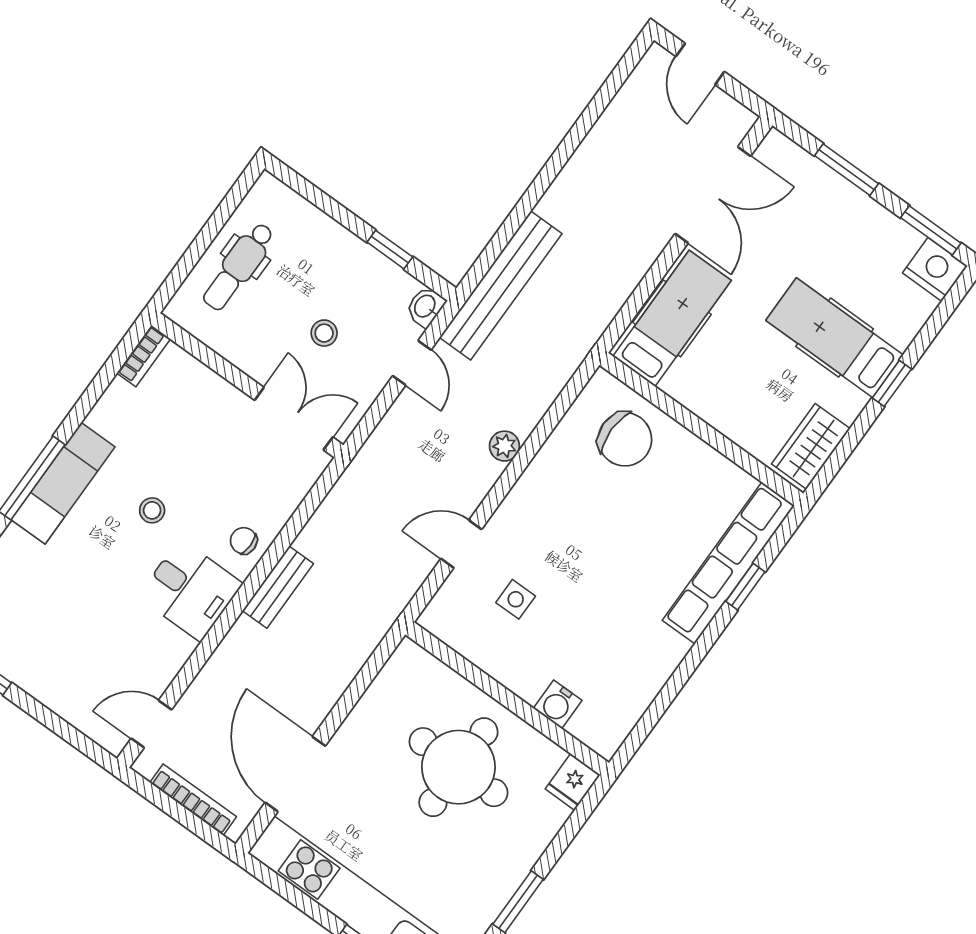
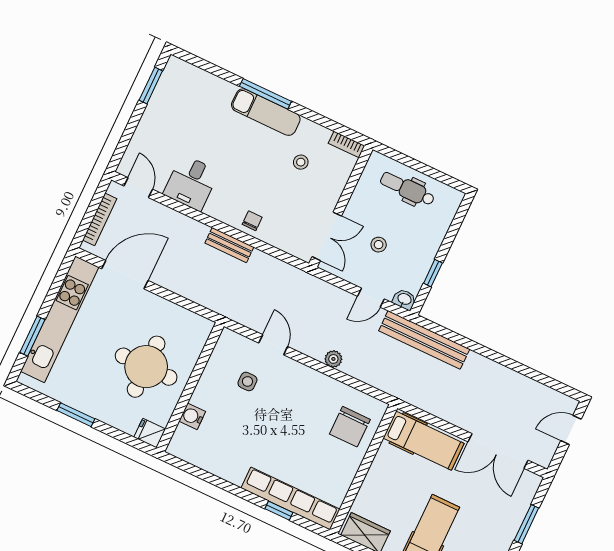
stool: (152, 510) -> (301, 162), moved
desk: (190, 590) -> (191, 183), moved

